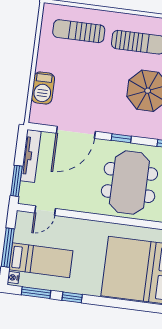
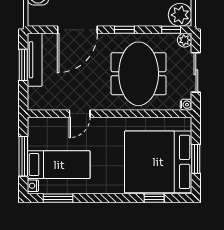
window: (16, 181) -> (23, 65), moved
door: (45, 211) -> (80, 114), moved
window: (72, 297) -> (154, 198), moved

